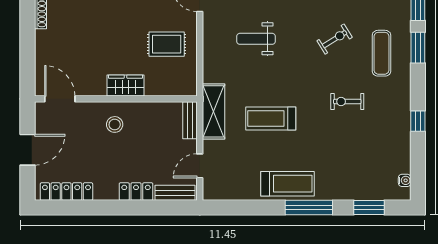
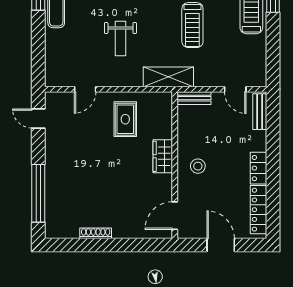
shelving: (213, 111) -> (168, 77), moved
locker: (136, 192) -> (258, 168), moved

